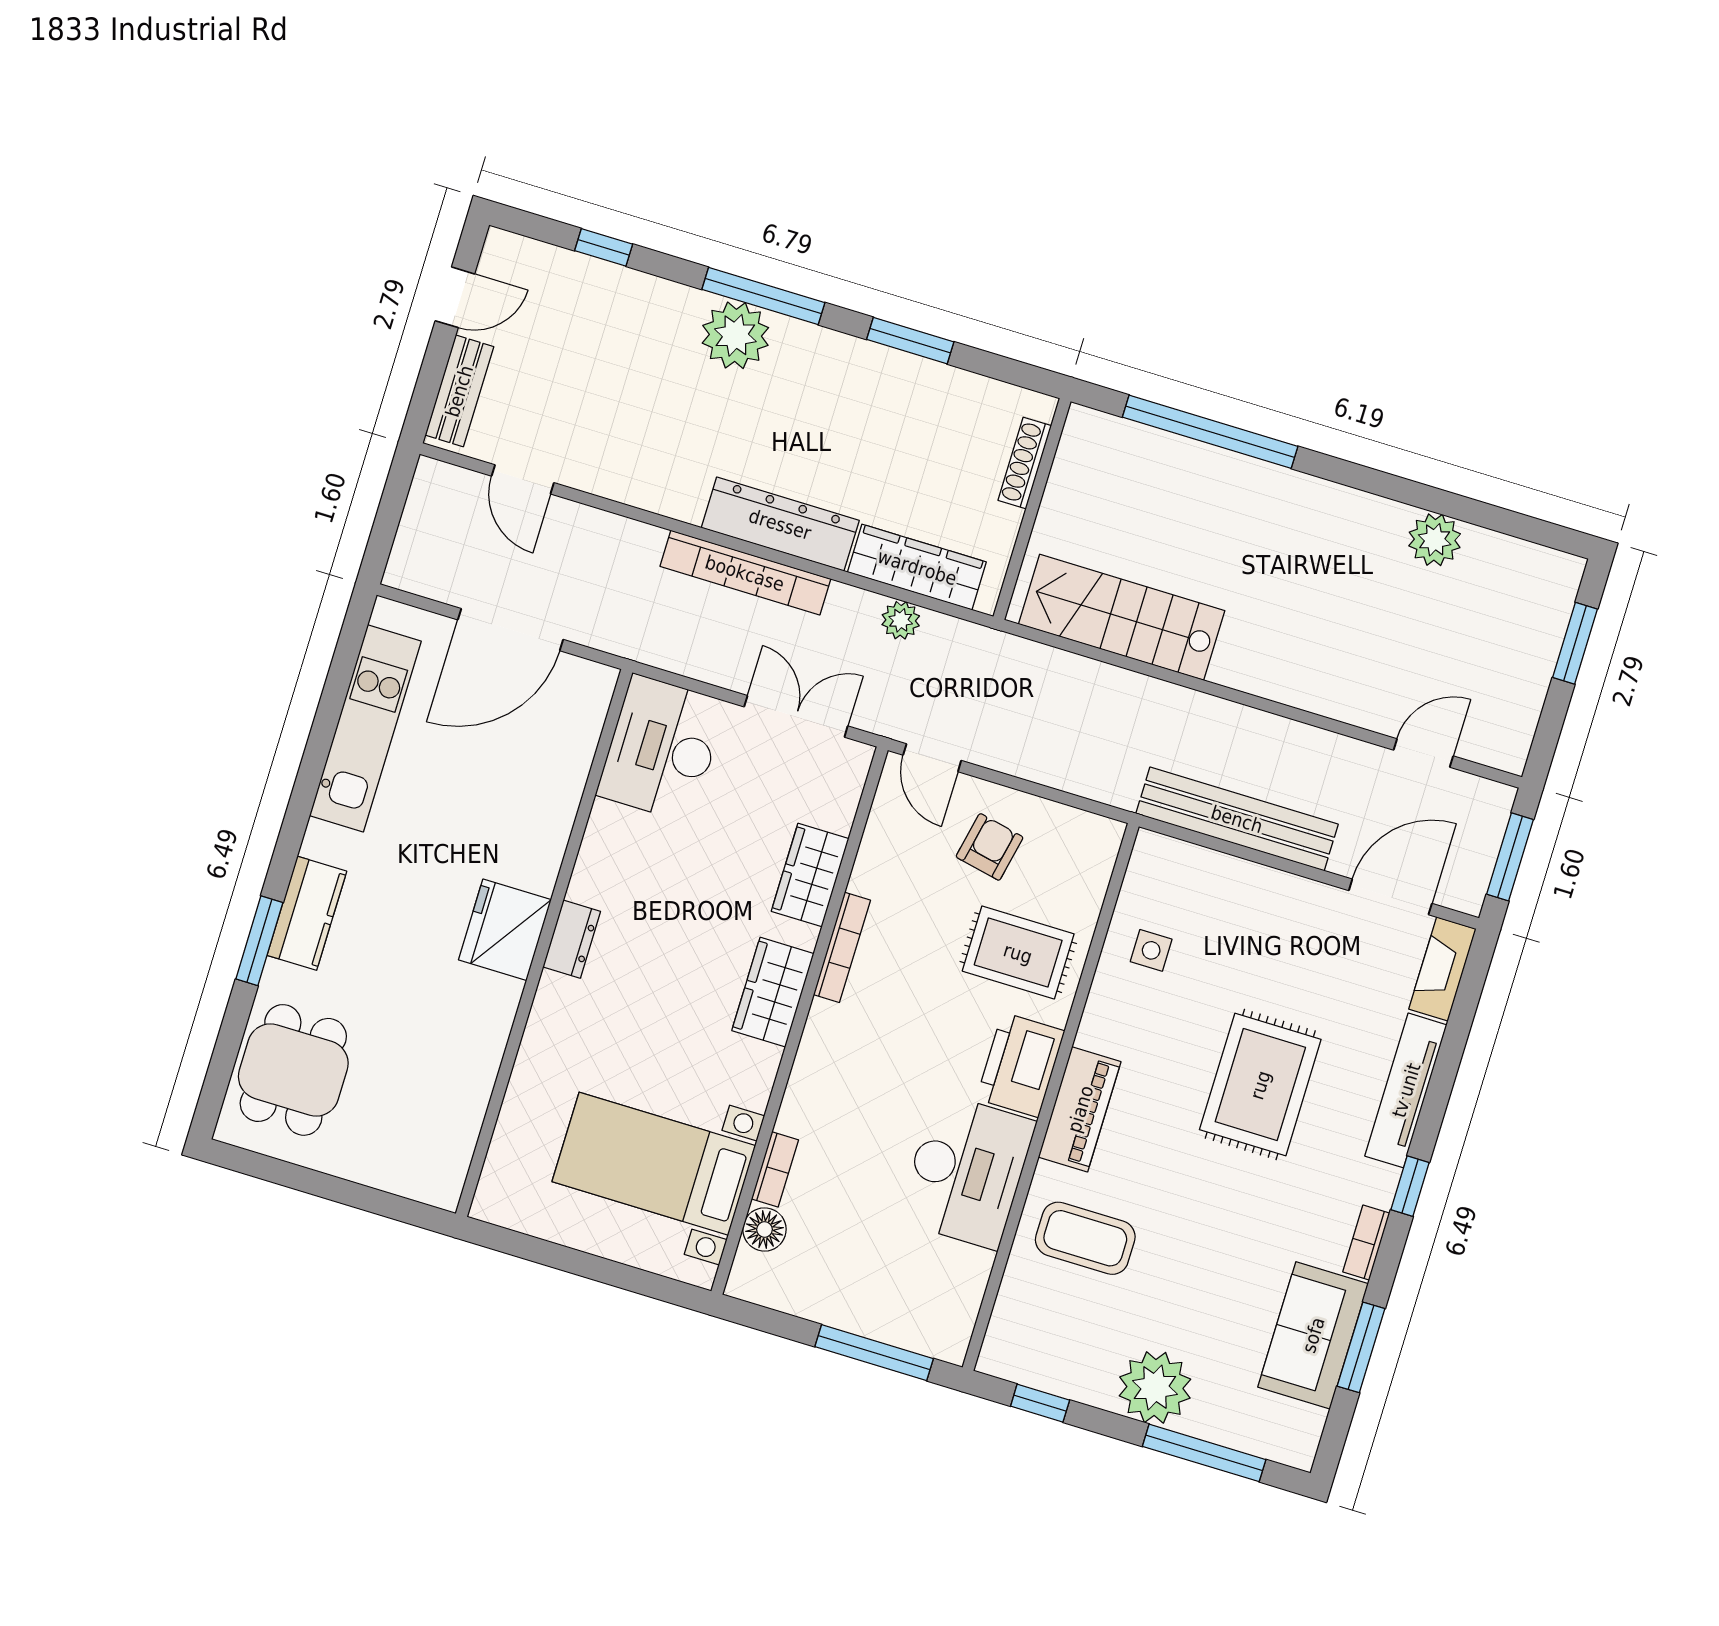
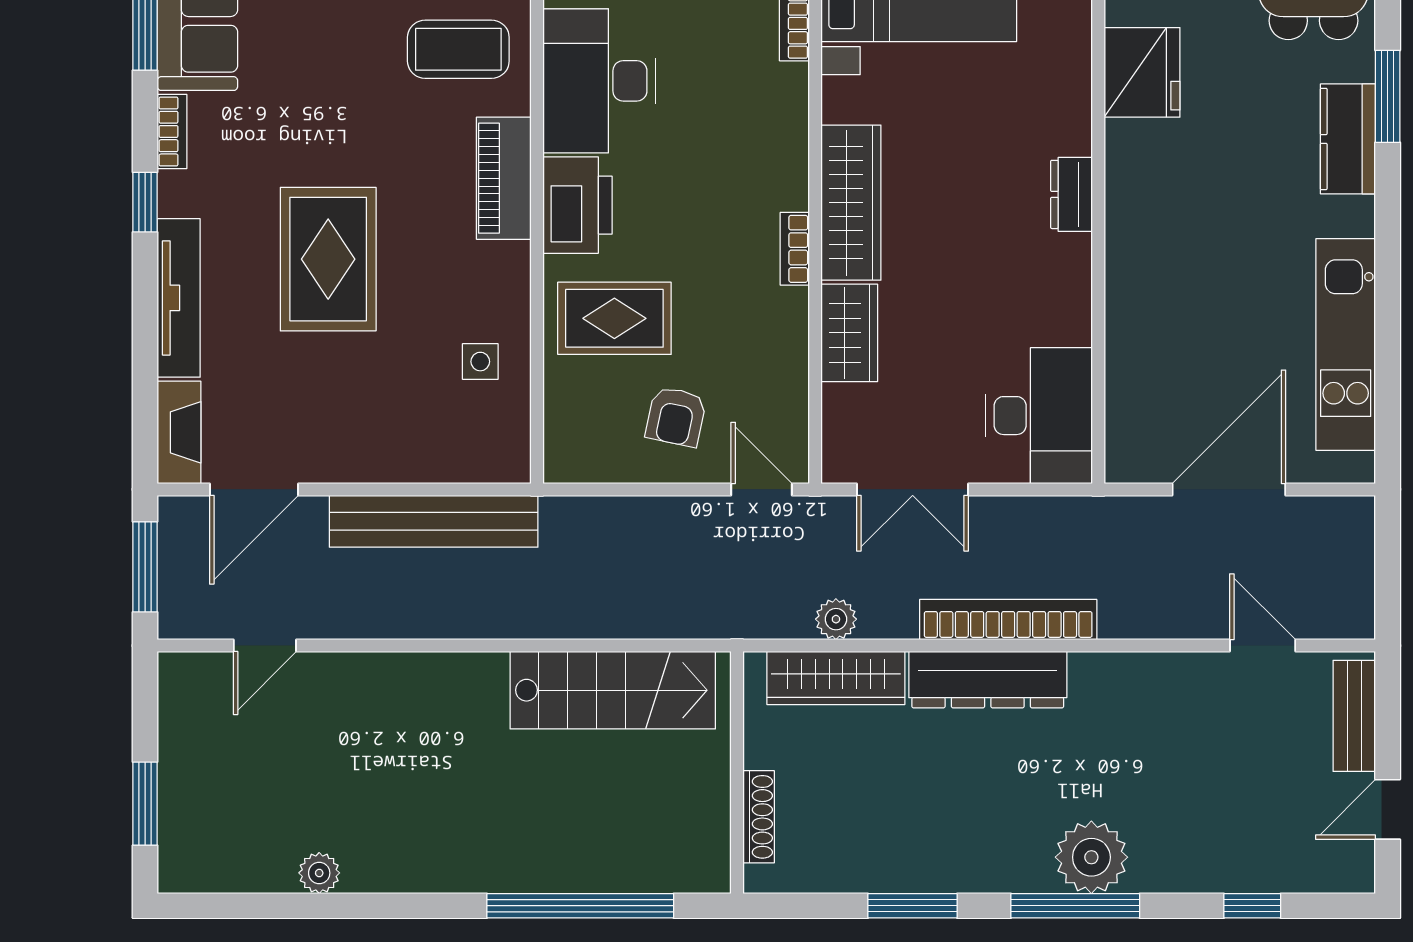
plant: (1435, 540) -> (319, 873), width x0.73, depth x0.73
fridge: (505, 930) -> (1142, 72), moved
bookcase: (842, 947) -> (795, 249), width x0.64
wardrobe: (773, 992) -> (851, 203), width x1.50

